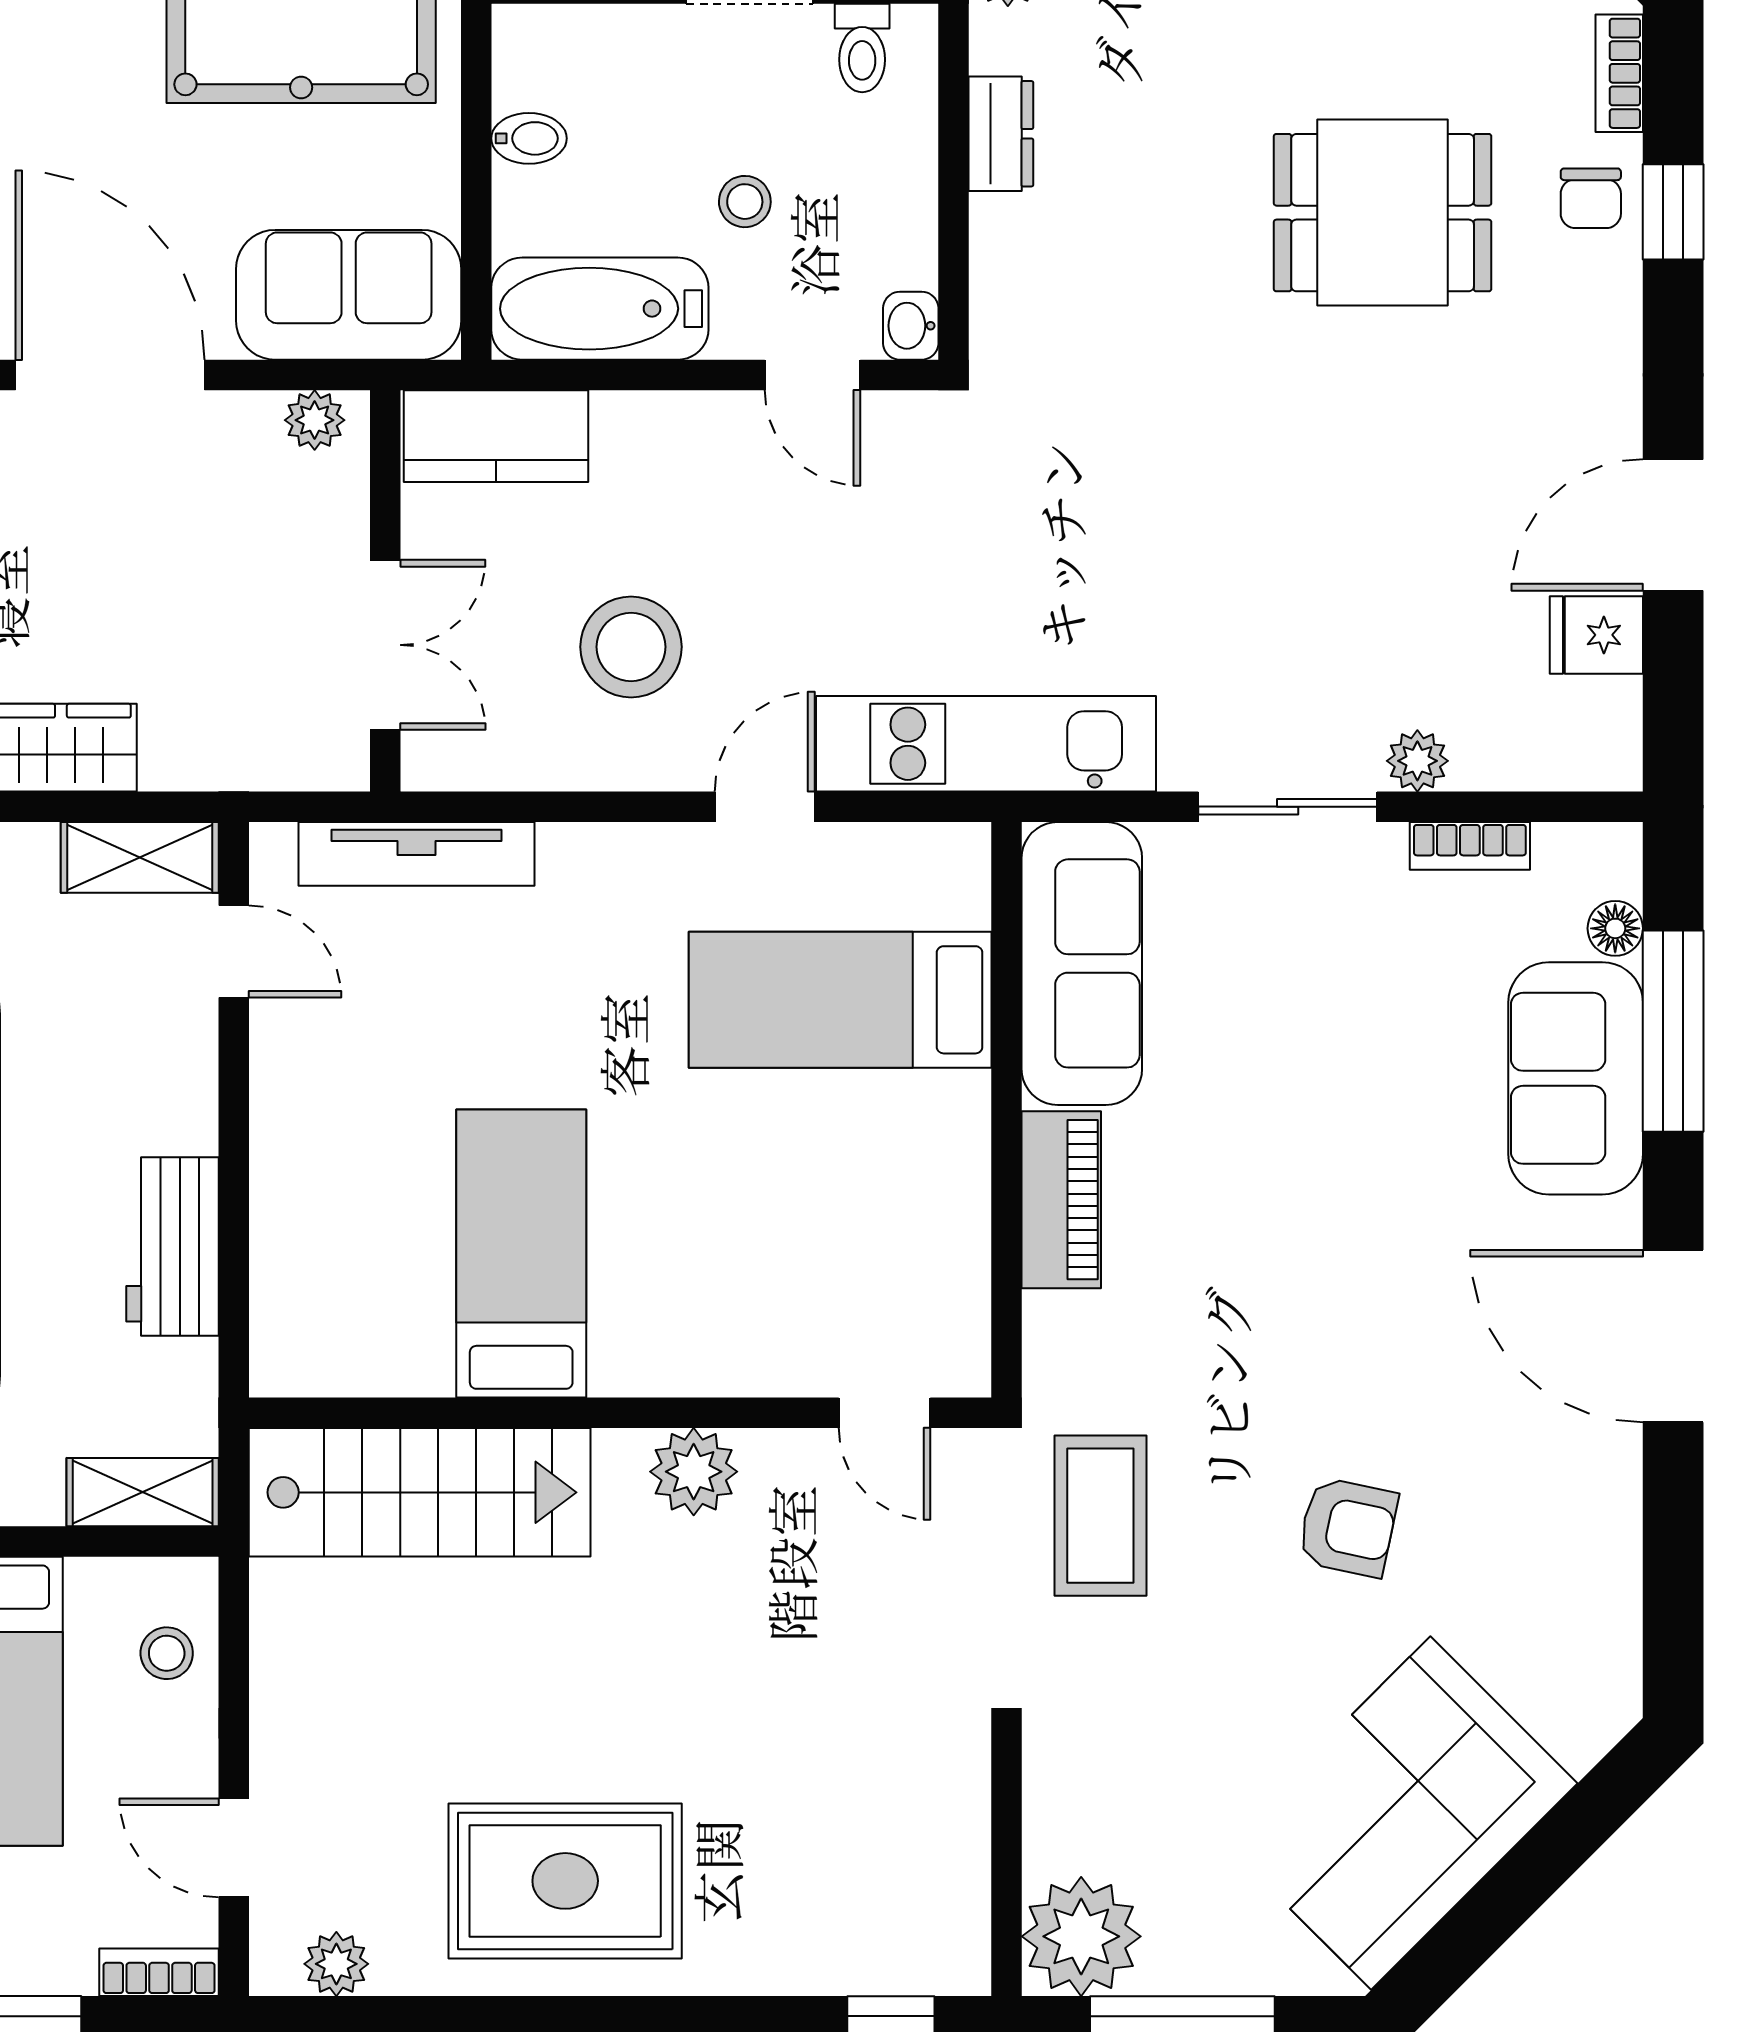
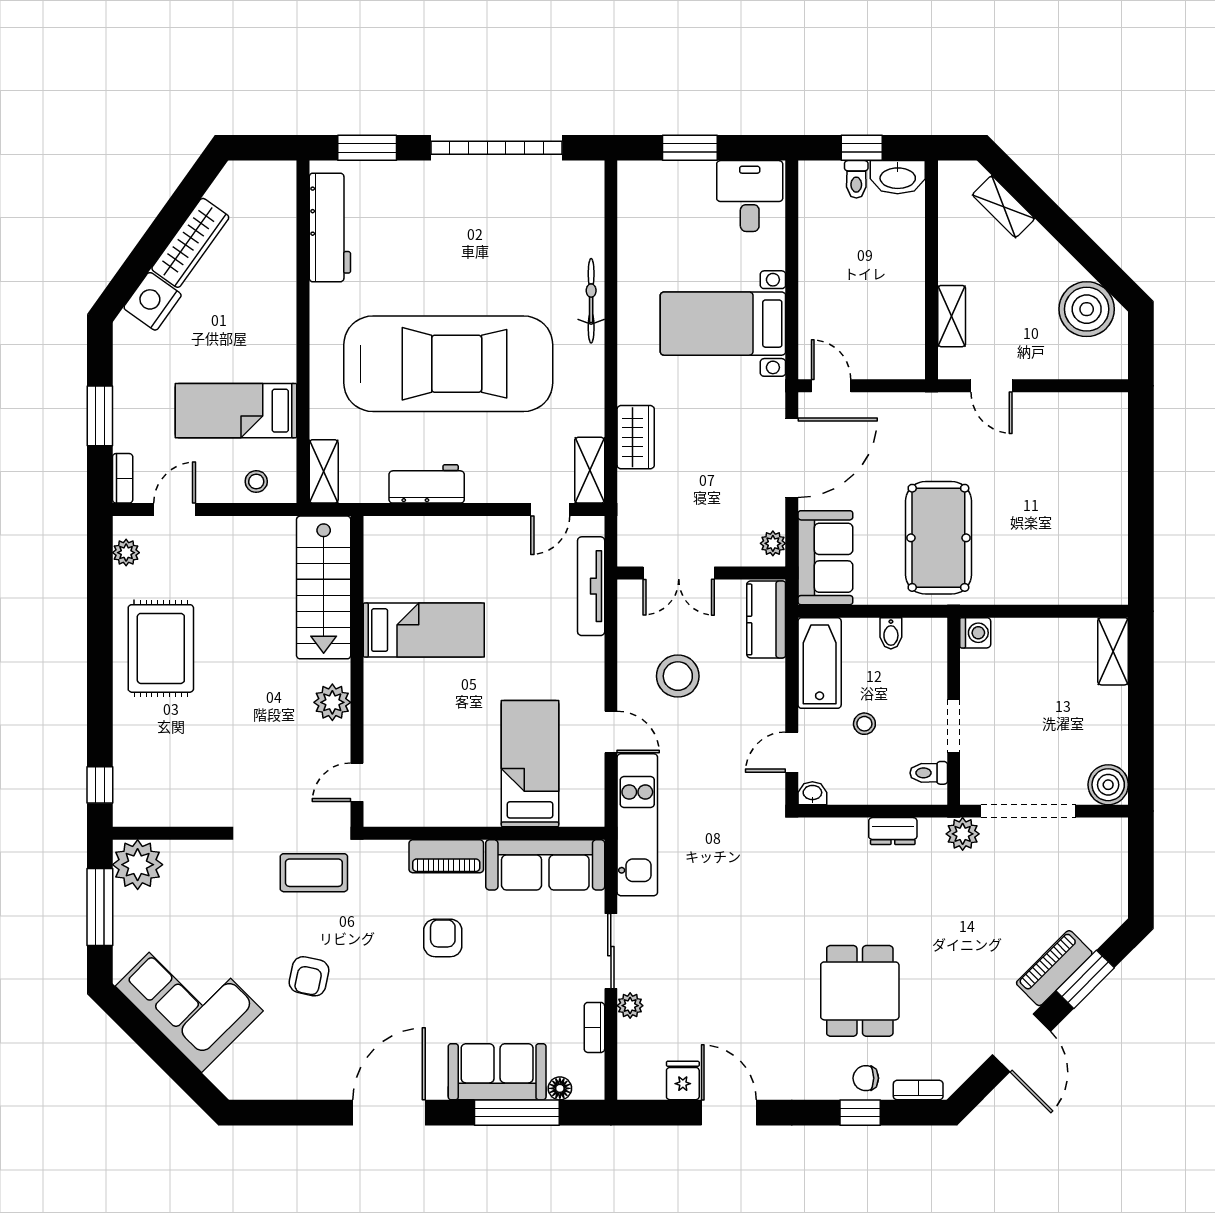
armchair: (1256, 1208) -> (443, 938), added

